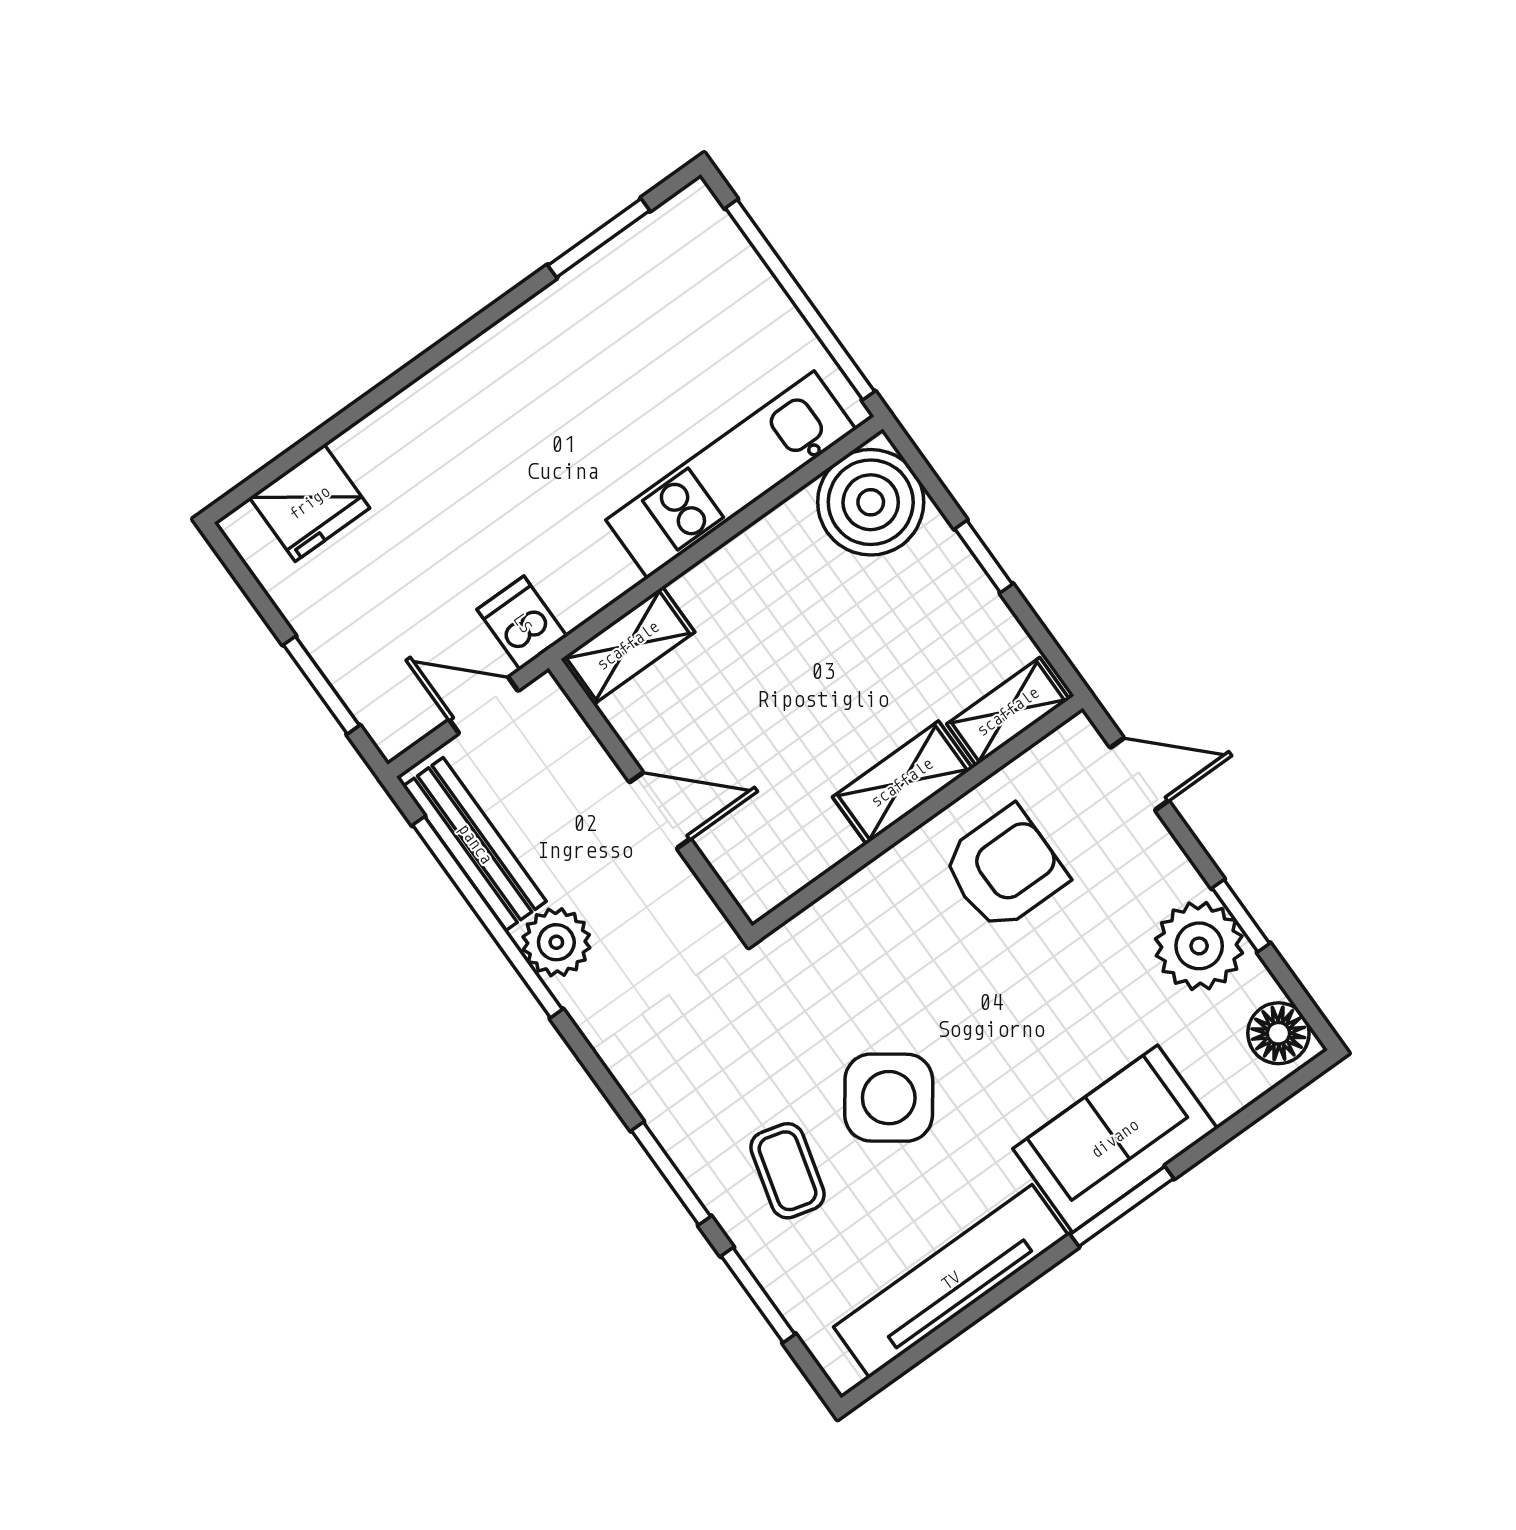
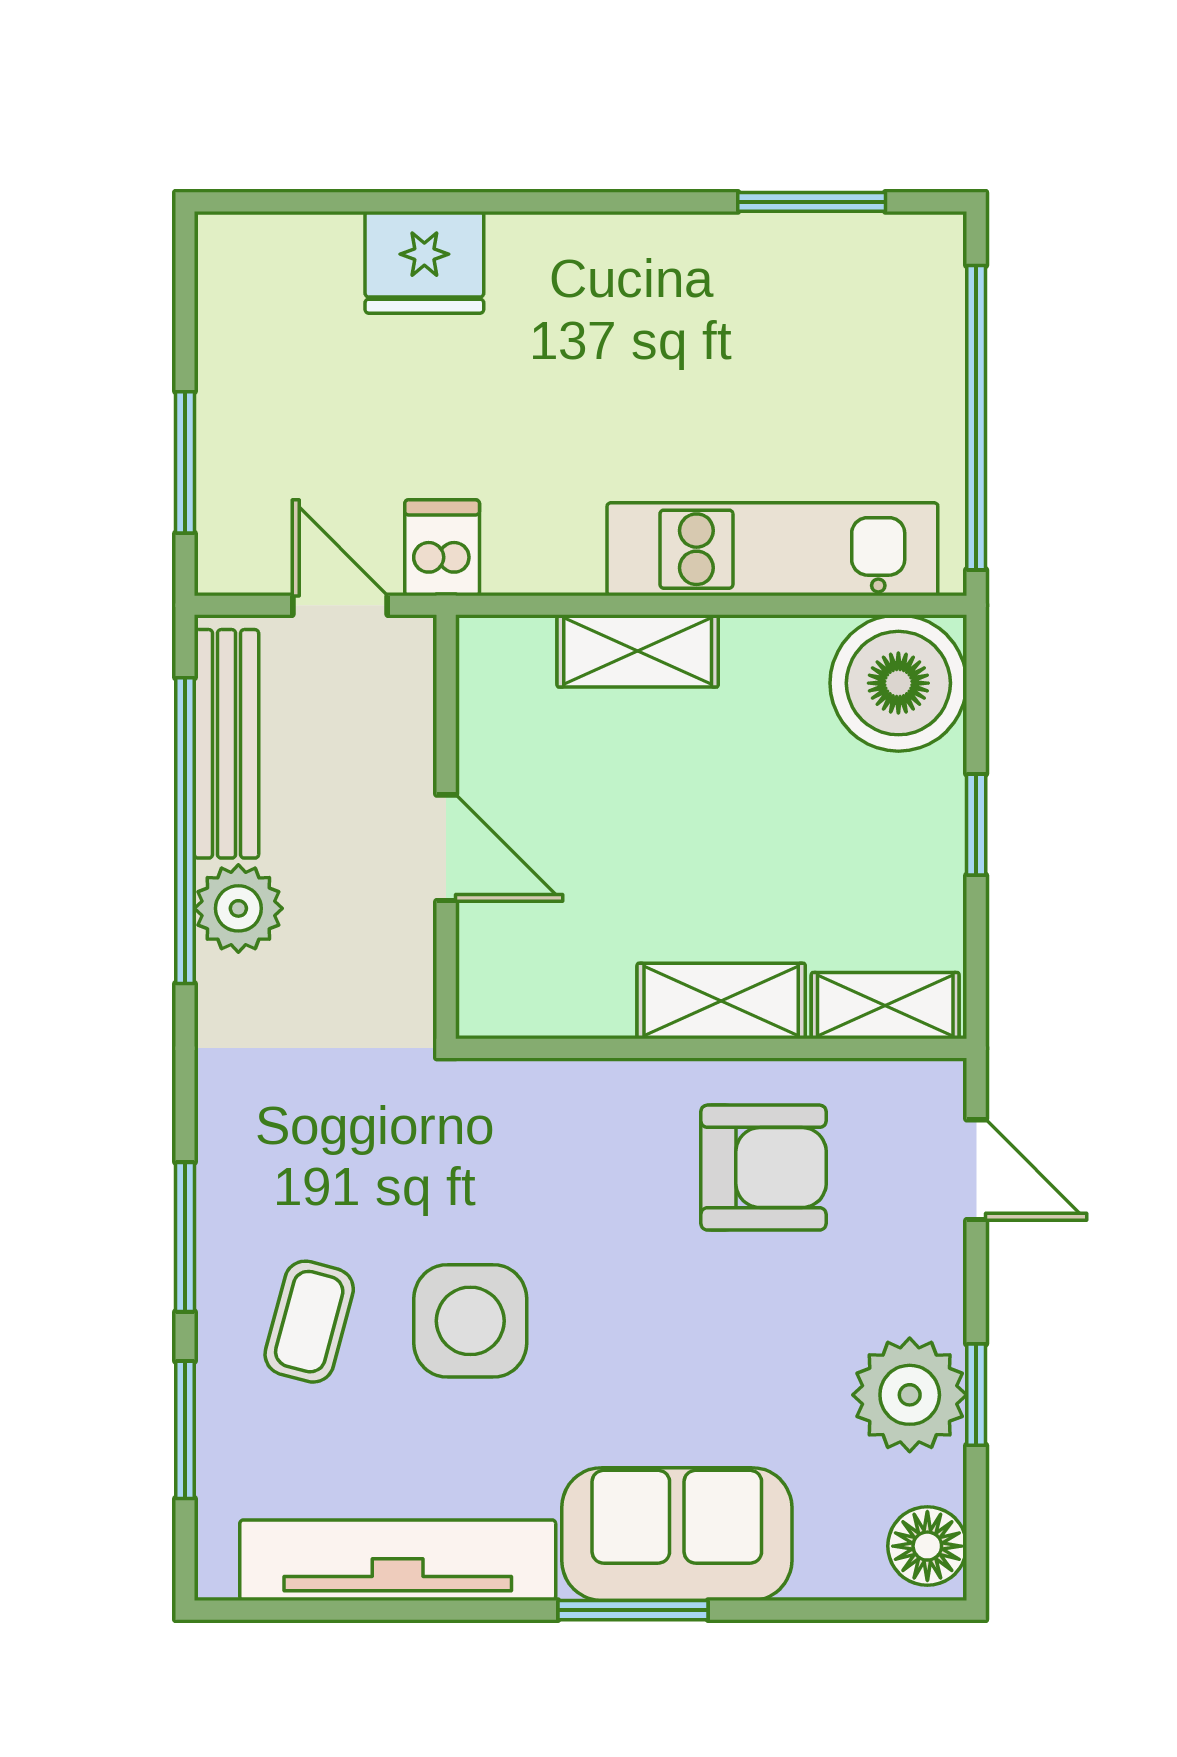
fridge: (310, 503) -> (424, 262), moved
shelving: (628, 646) -> (638, 651), moved
side table: (889, 1098) -> (470, 1321), turned -36

